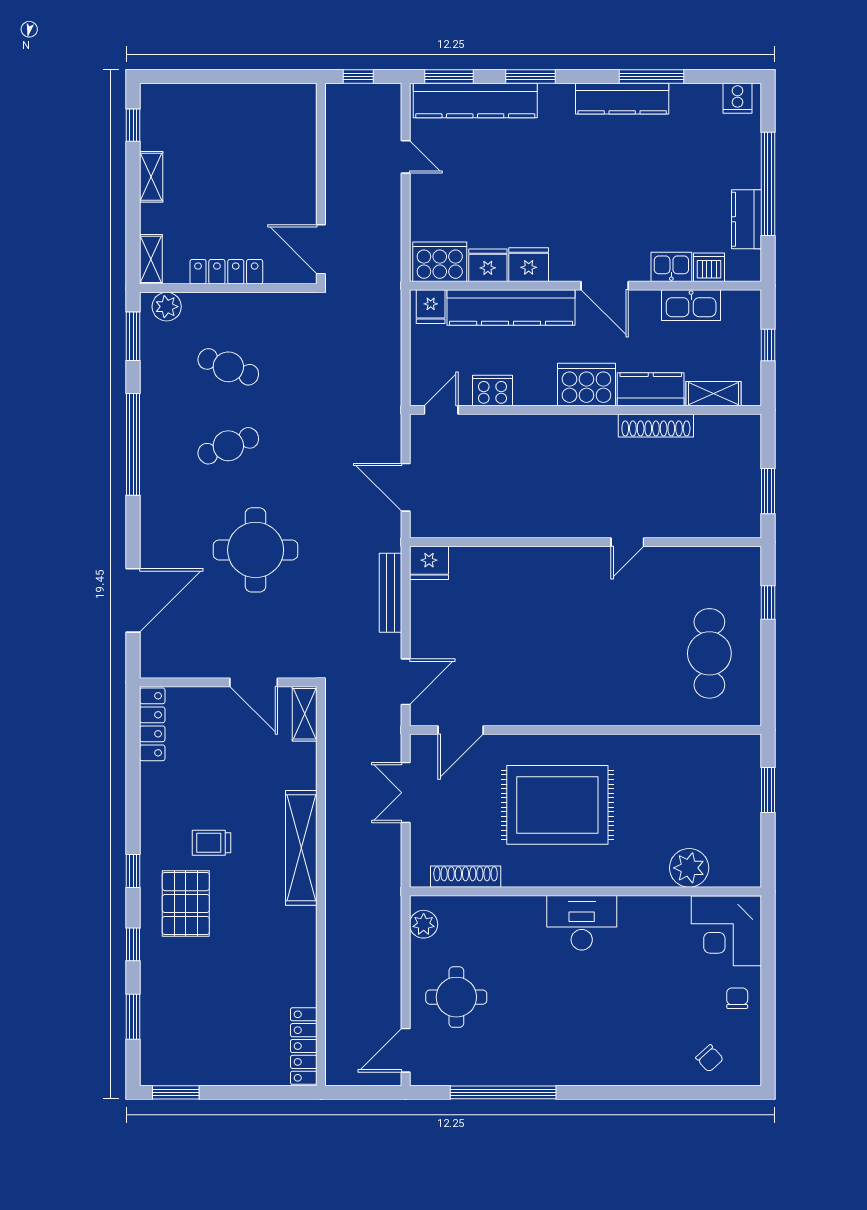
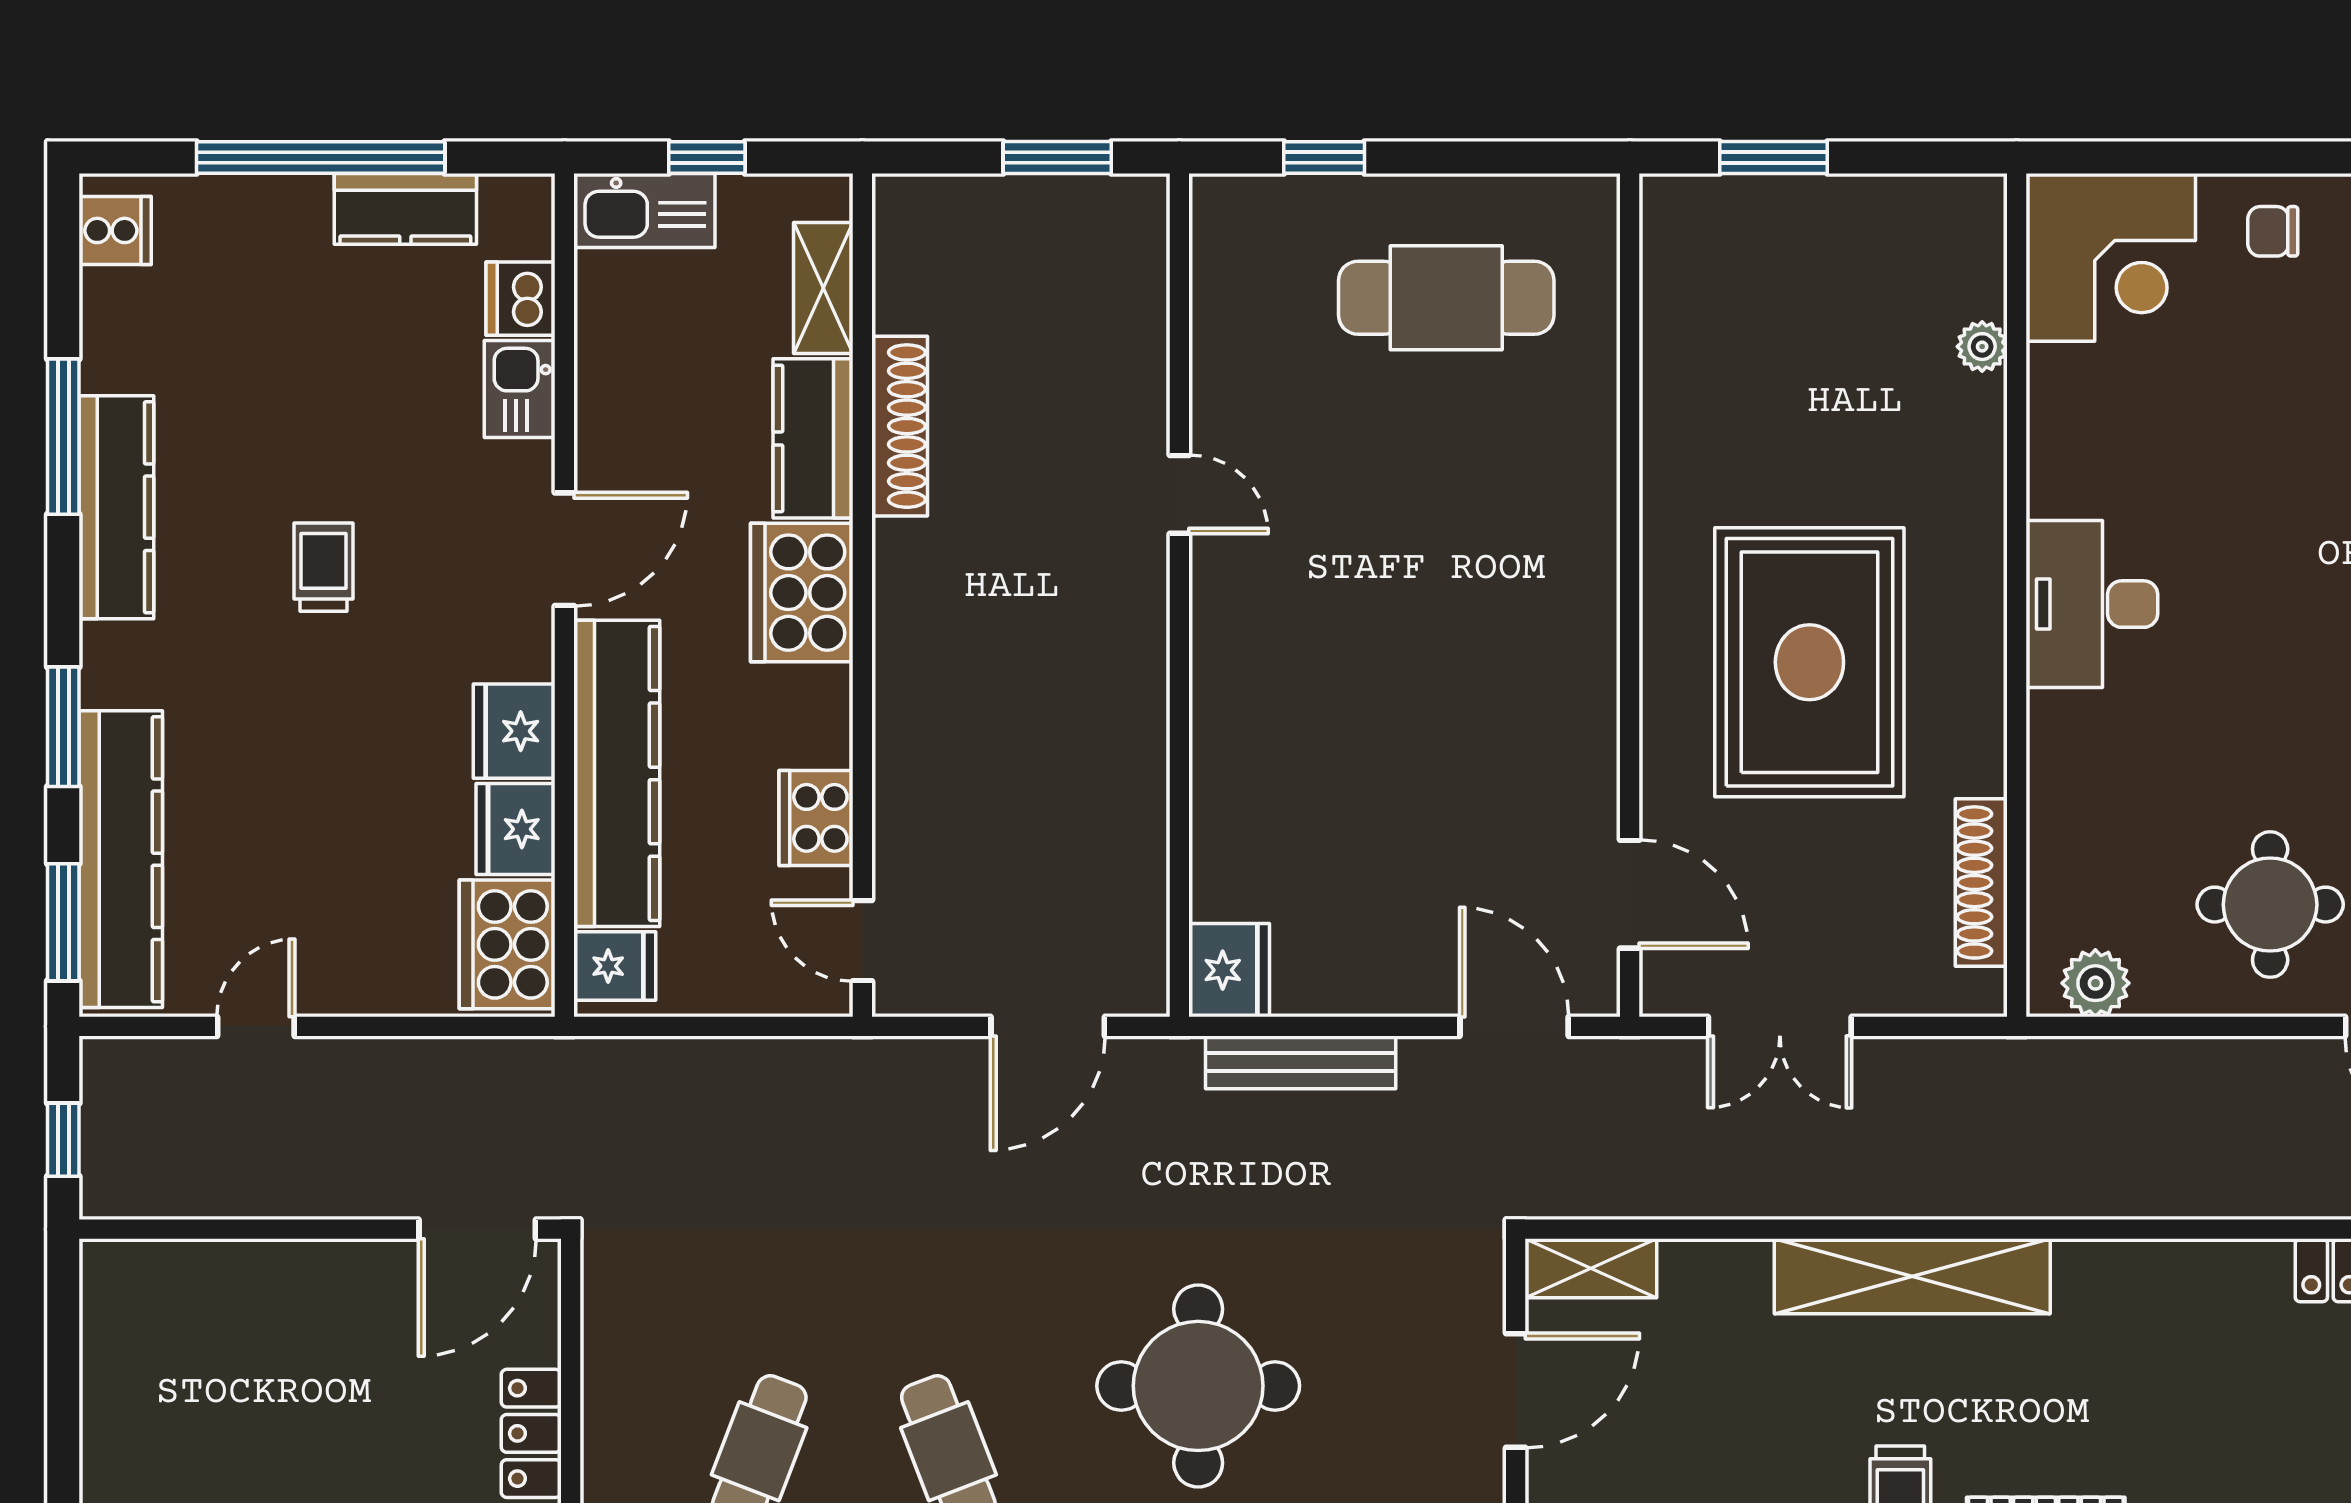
trolley: (597, 185) -> (323, 567), added
kitchen sink: (691, 305) -> (644, 211), moved, turned 90
plant: (689, 868) -> (1982, 347), width x0.53, depth x0.53

